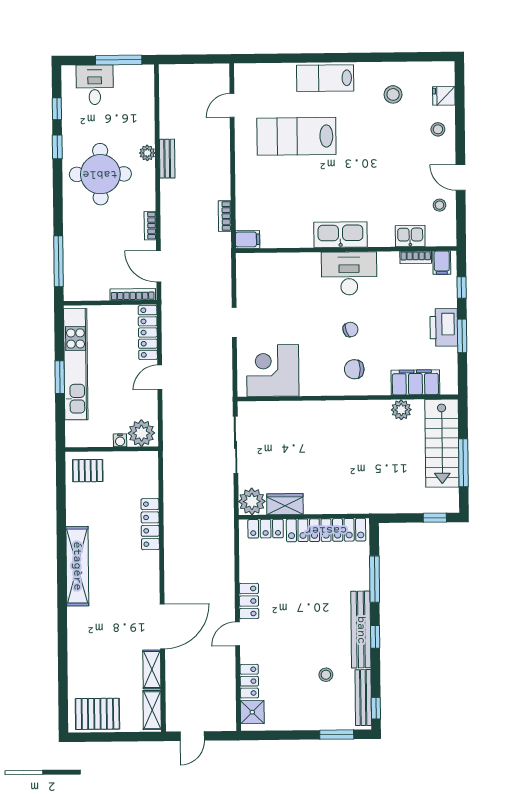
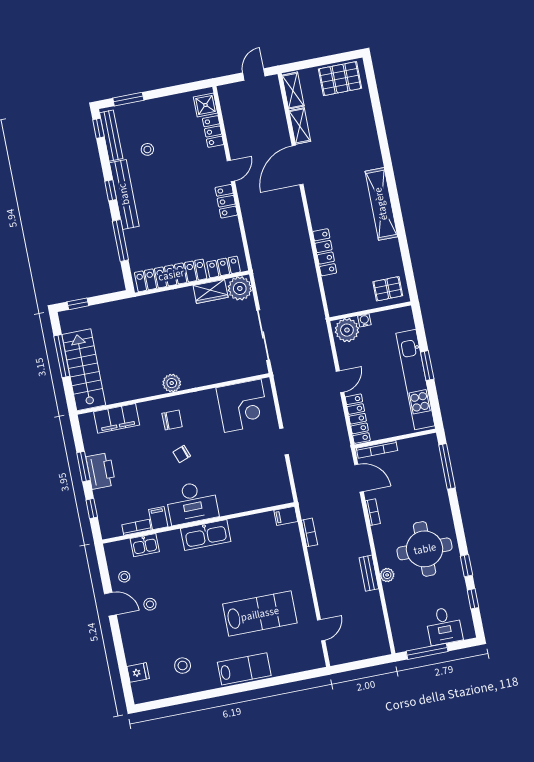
stool: (438, 129) -> (150, 604), moved
filing cabinet: (442, 263) -> (158, 518), moved
plant: (401, 410) -> (172, 383), moved

